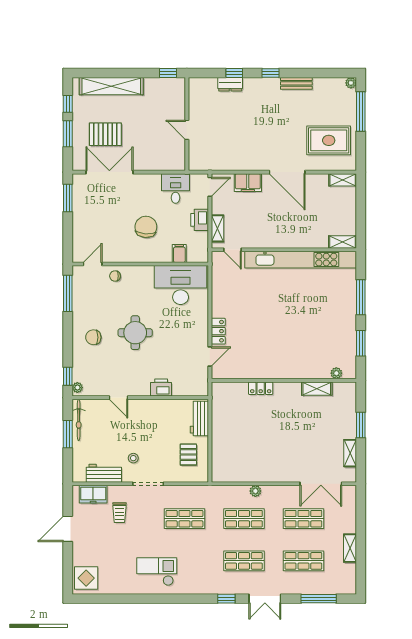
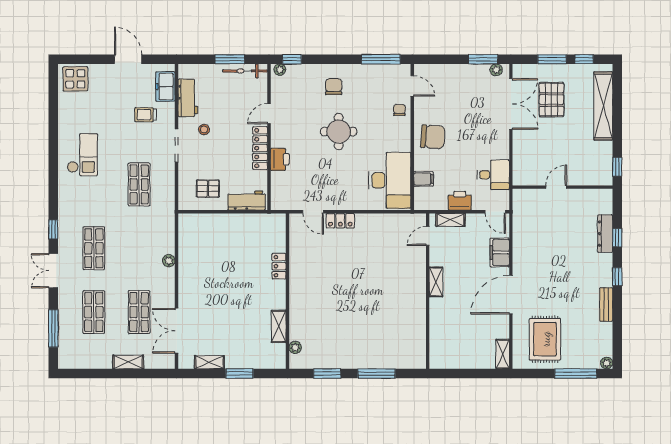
dresser: (230, 84) -> (605, 234), width x1.44
plant: (78, 186) -> (496, 70), added
chair: (146, 227) -> (433, 137), moved
shelving: (342, 242) -> (436, 282), moved
kitchen unit: (301, 260) -> (417, 309), removed
locker: (151, 406) -> (260, 148), added
shop shelf: (244, 519) -> (139, 248), removed
shelving: (350, 548) -> (128, 362), moved

